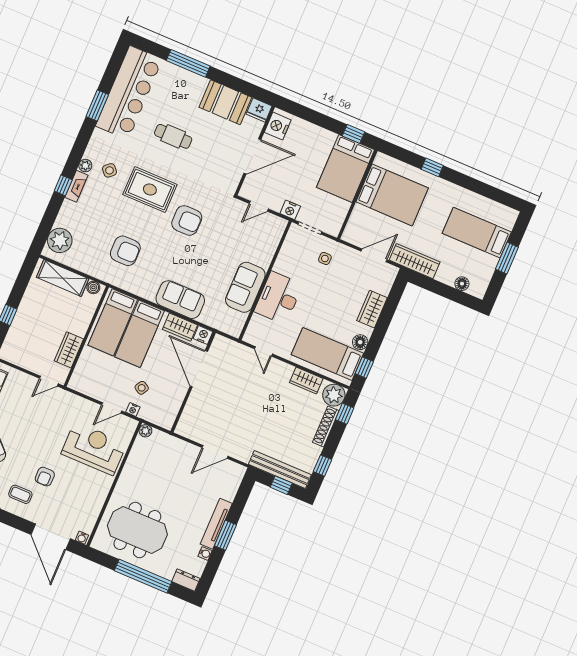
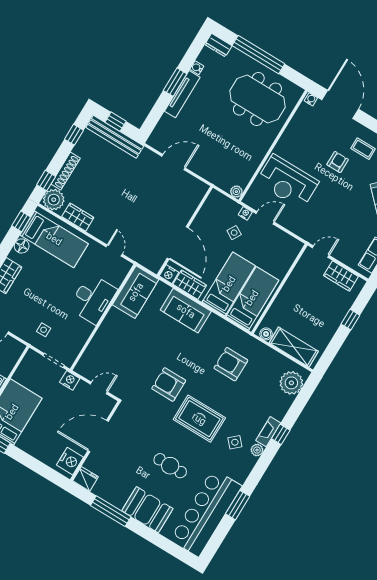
window: (188, 63) -> (111, 511), moved
booth: (225, 102) -> (147, 510), moved
sofa: (245, 287) -> (136, 292), moved
wardrobe: (69, 350) -> (341, 276), moved, turned 90

